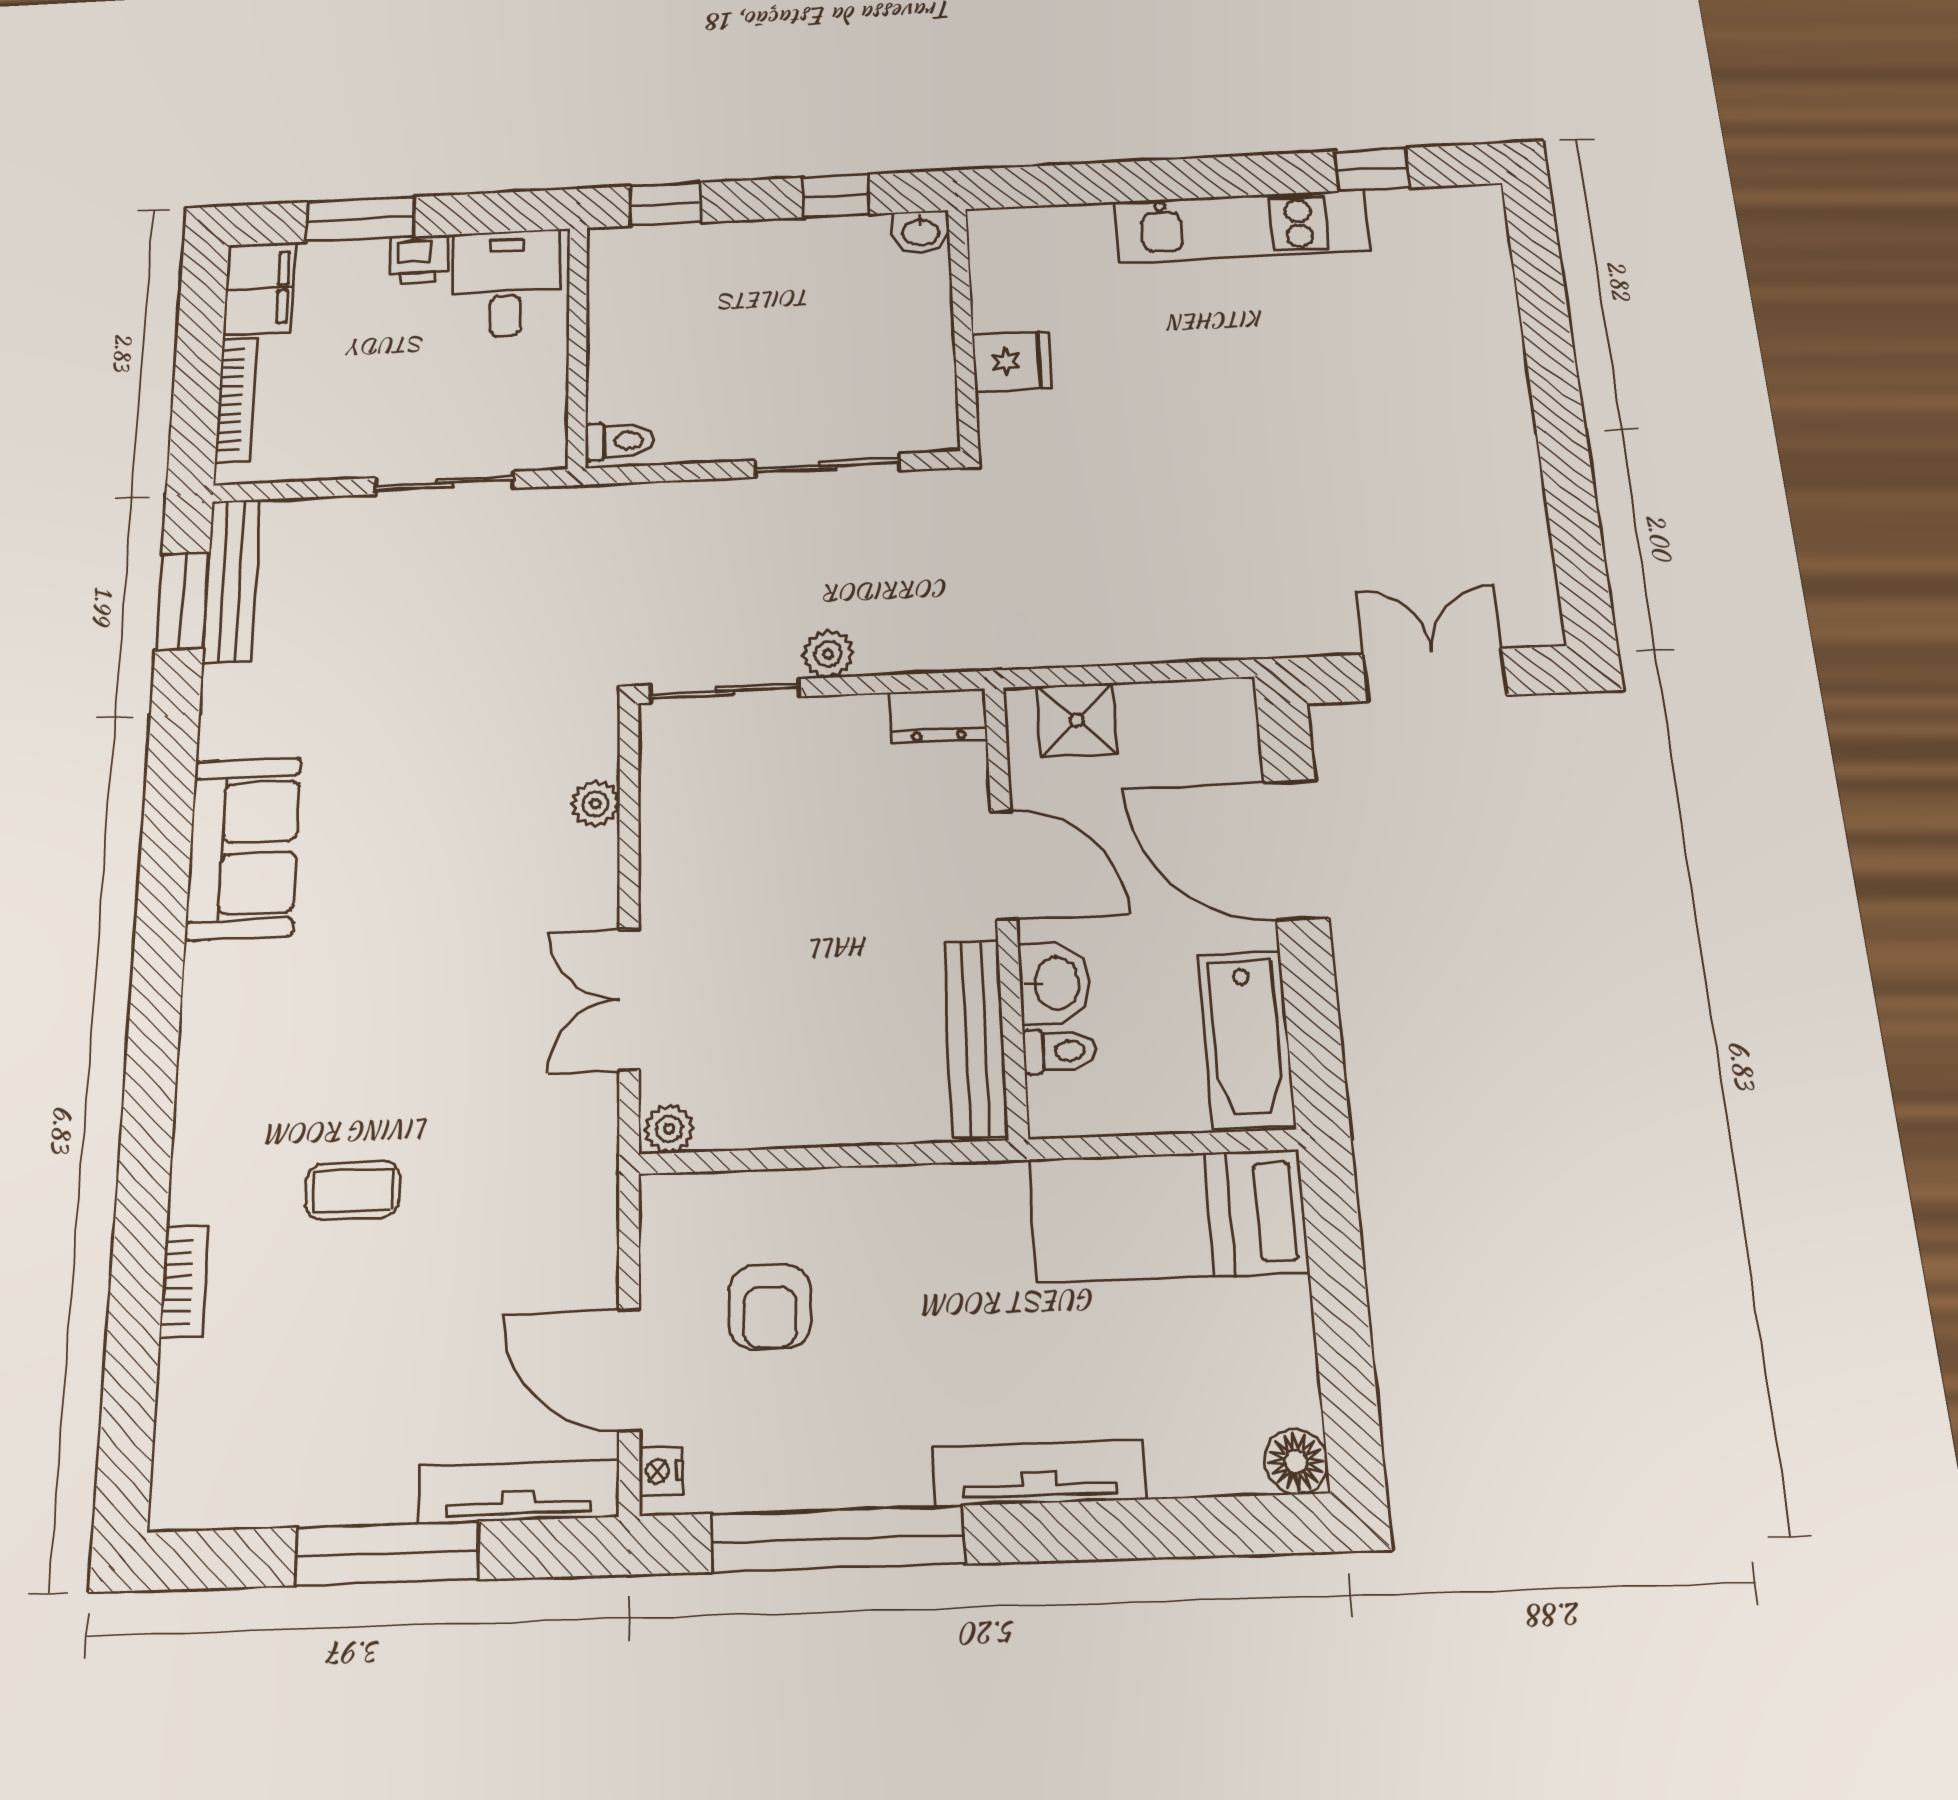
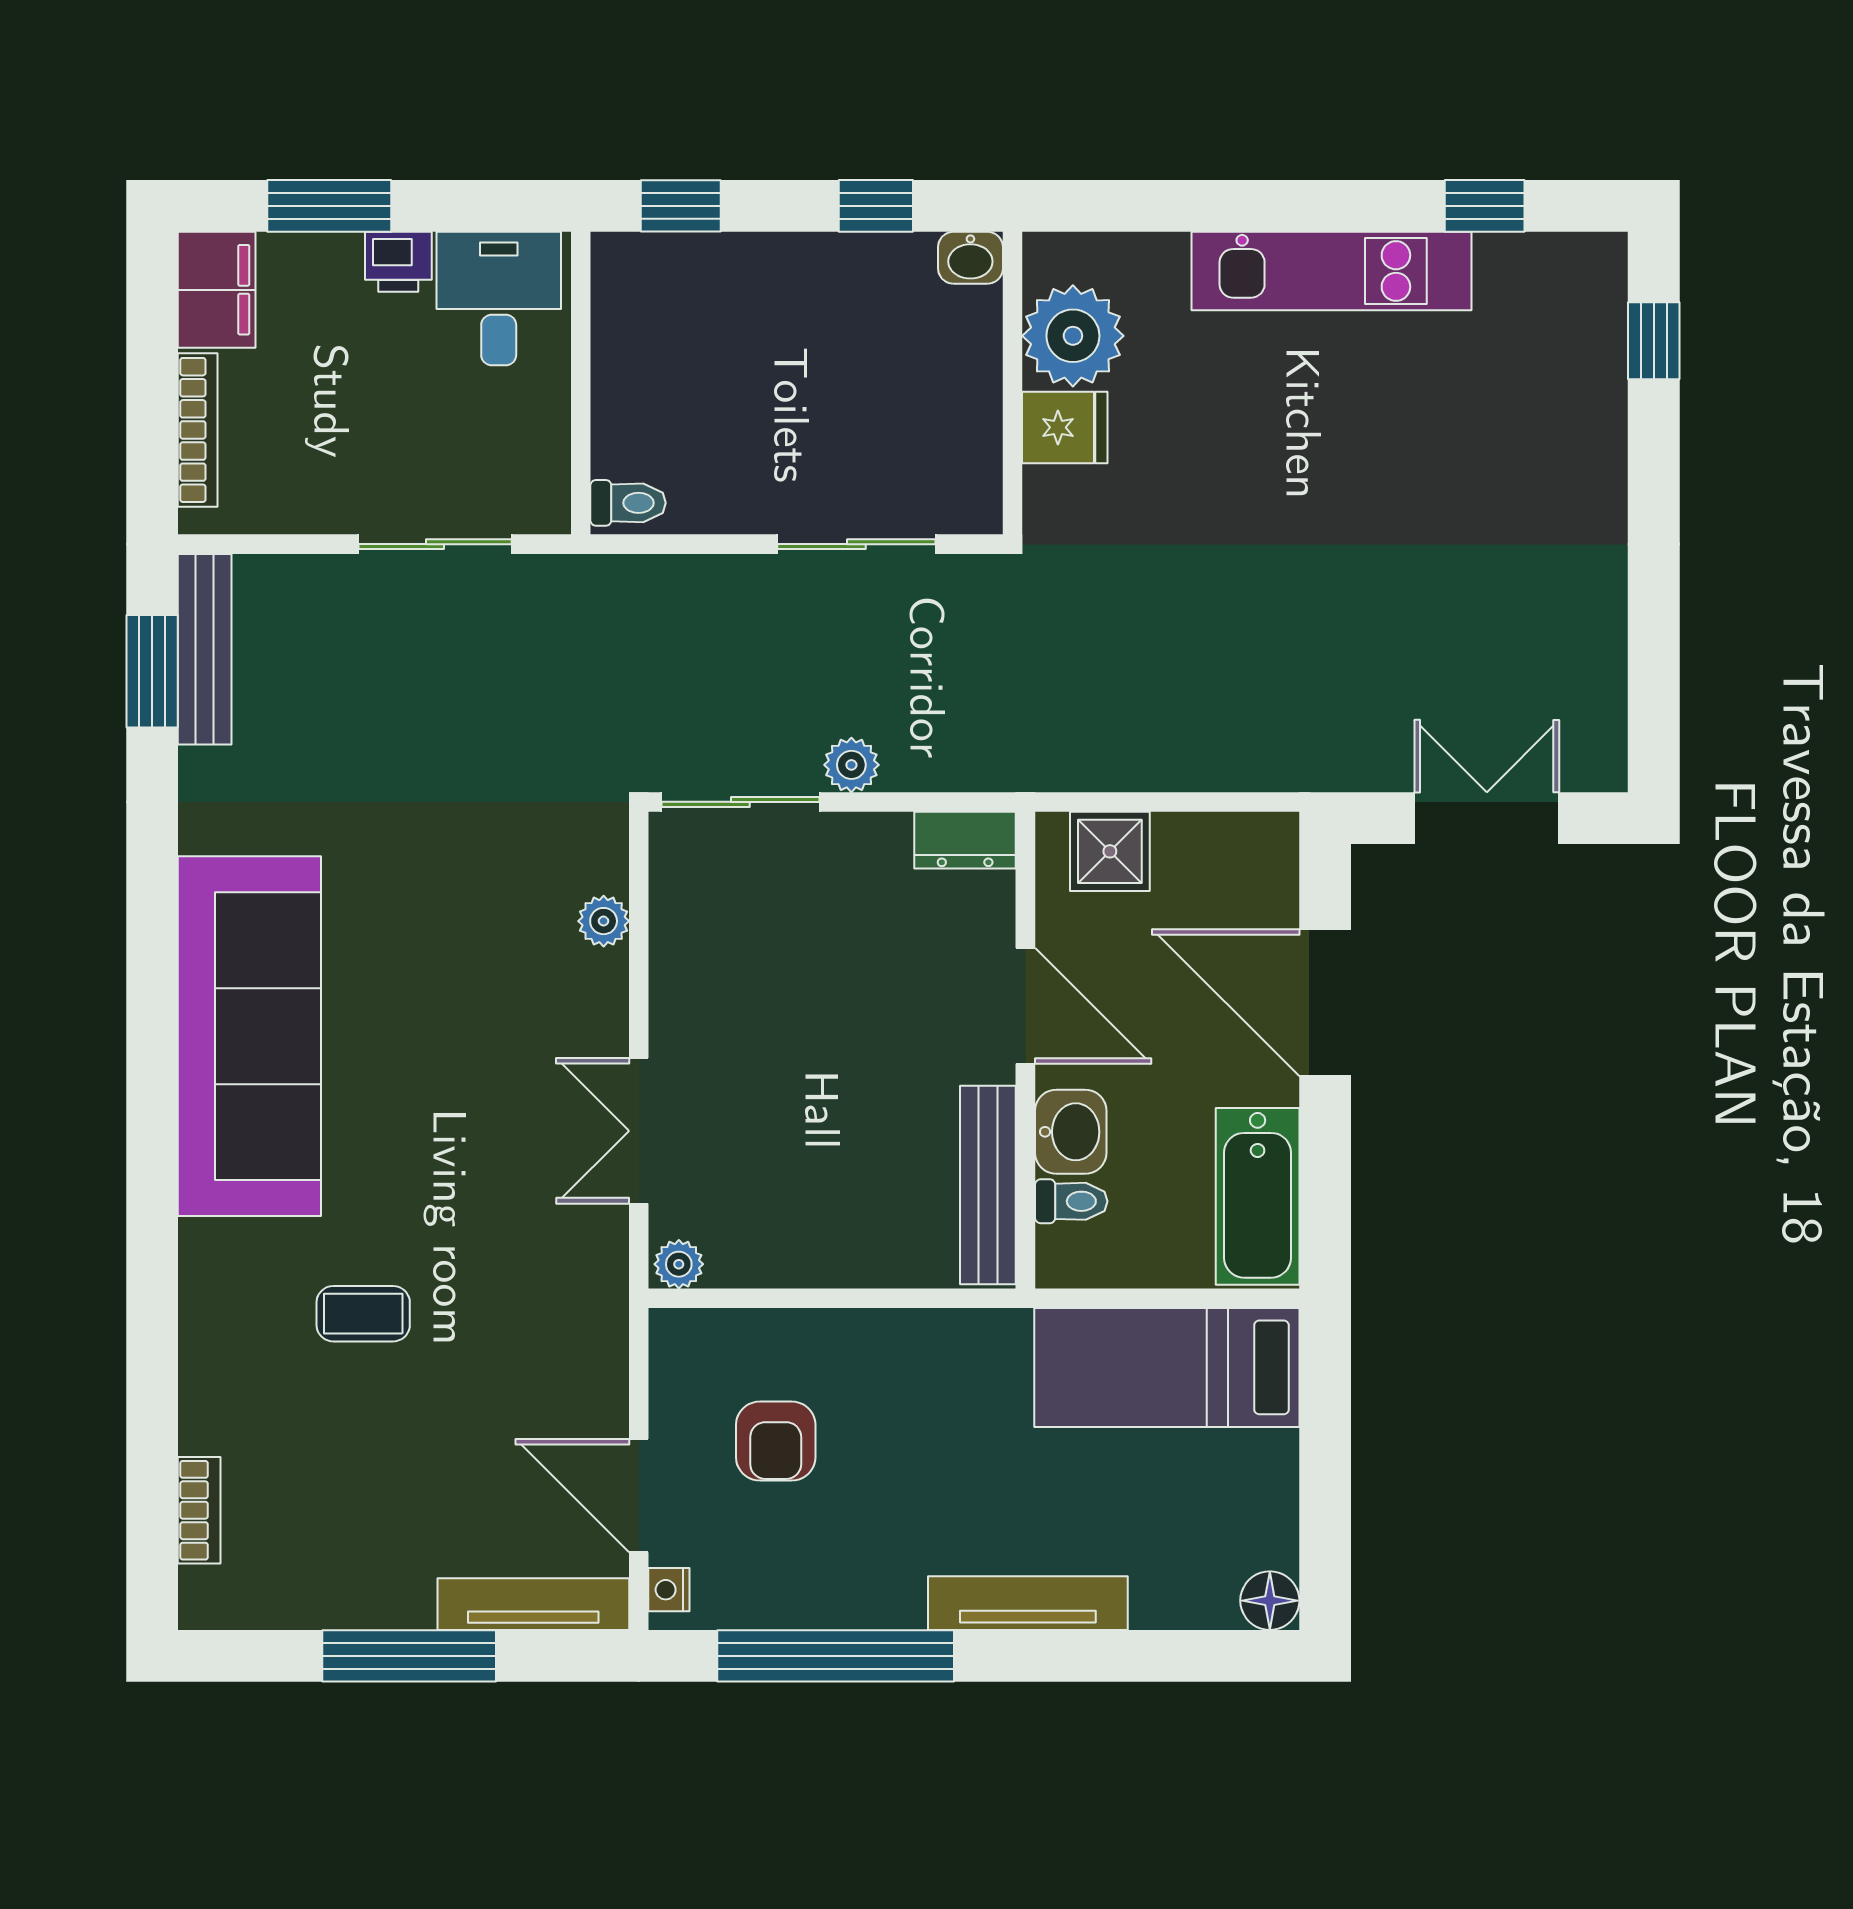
window: (1537, 267) -> (1654, 341), added
plant: (1015, 288) -> (1073, 336), added
sofa: (243, 848) -> (249, 1036), width x1.85, depth x1.27
bookcase: (184, 1282) -> (199, 1510), moved

